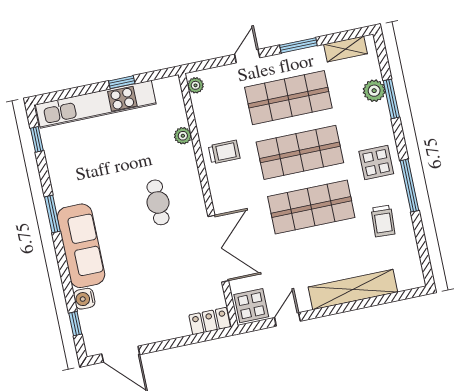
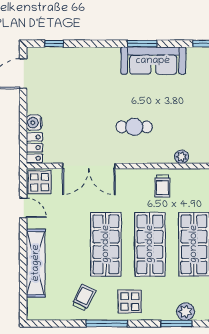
trolley: (383, 221) -> (84, 297), turned 113
sofa: (81, 246) -> (153, 61), moved
water cooler: (84, 299) -> (34, 123), moved, turned -90

